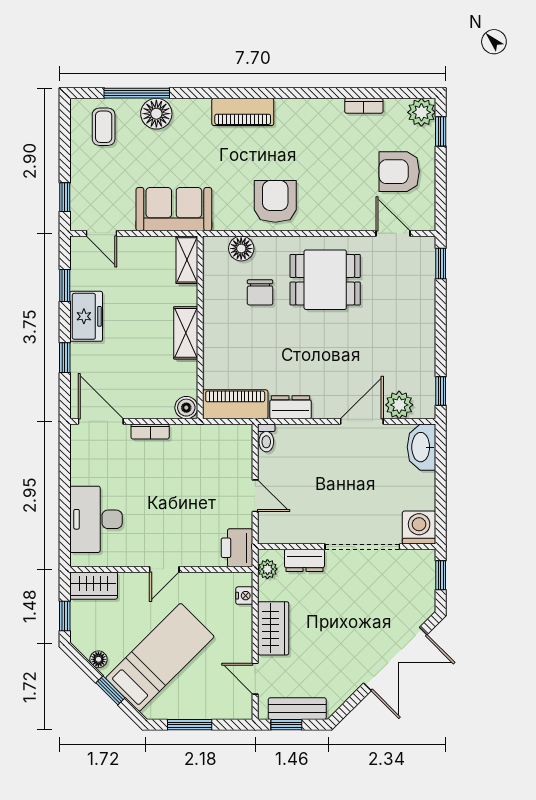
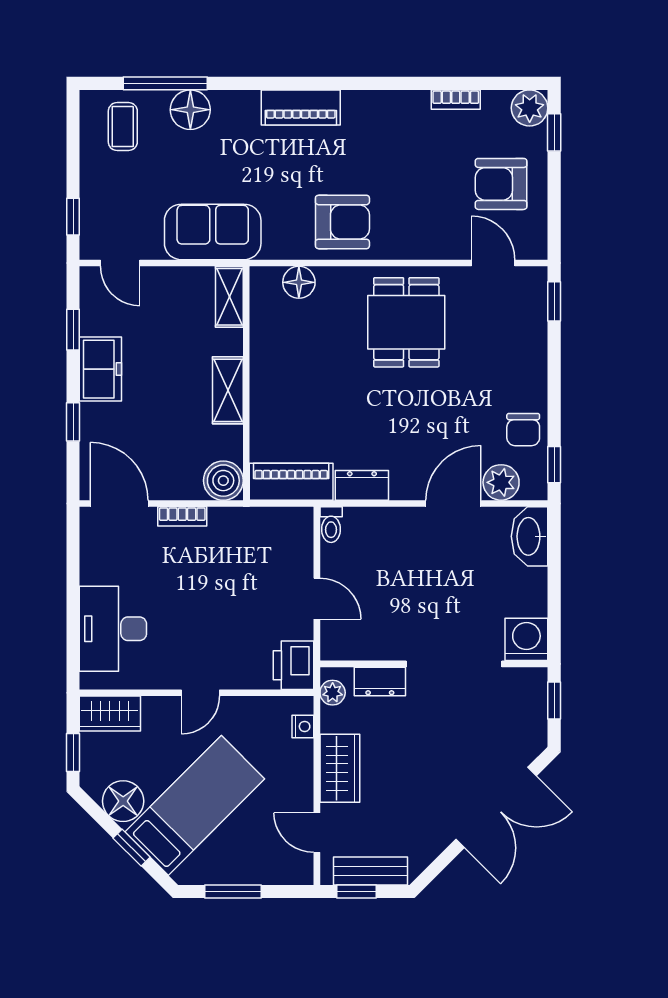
armchair: (275, 201) -> (342, 222), turned 90
dining table: (325, 280) -> (406, 322), turned 90
chair: (260, 292) -> (523, 430), moved
boiler: (186, 408) -> (223, 481), width x1.36, depth x1.36
floor lamp: (98, 659) -> (123, 801), width x1.89, depth x1.89

